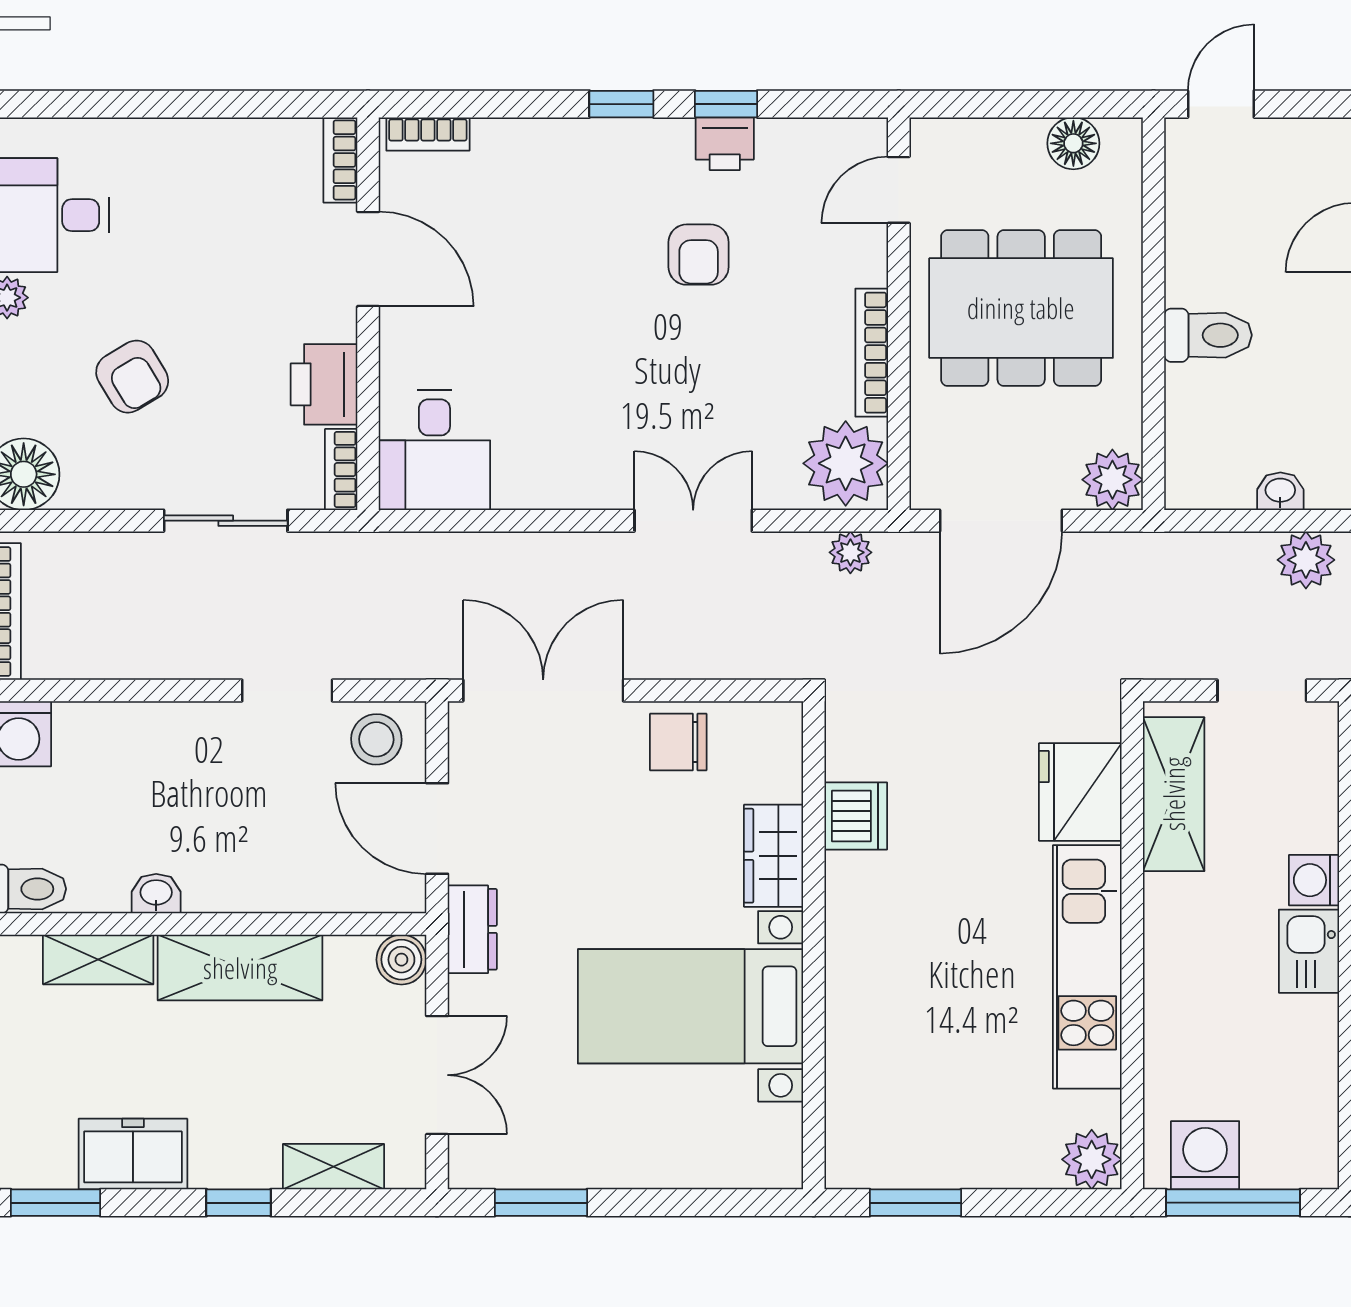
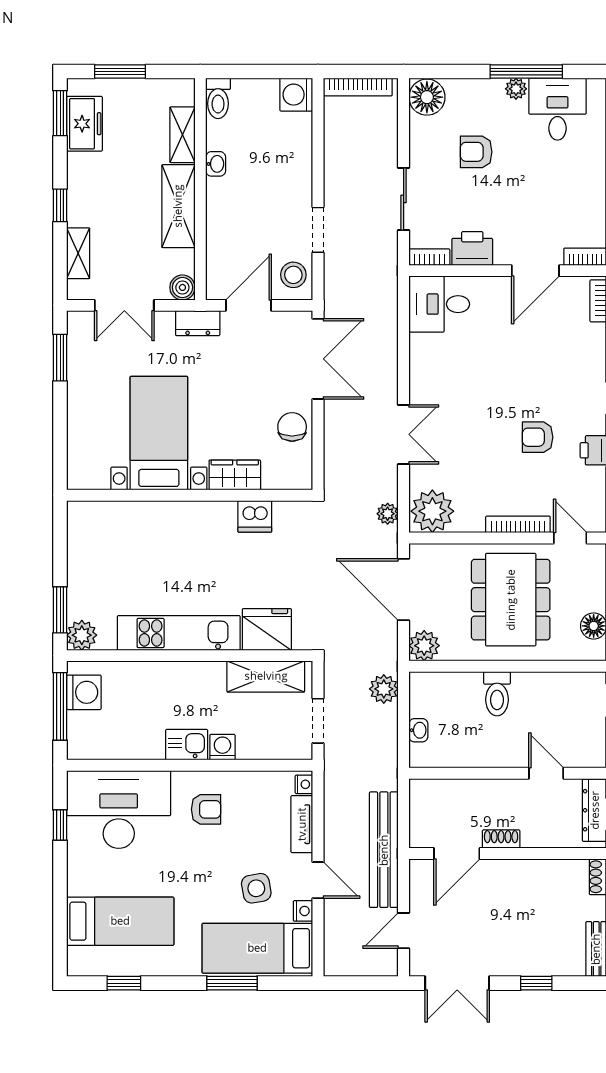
bookcase: (872, 353) -> (518, 524), moved
armchair: (132, 377) -> (476, 152), turned 31
plant: (1306, 560) -> (384, 689), moved
freezer: (133, 1154) -> (84, 124), moved
window: (915, 1203) -> (60, 610), moved

